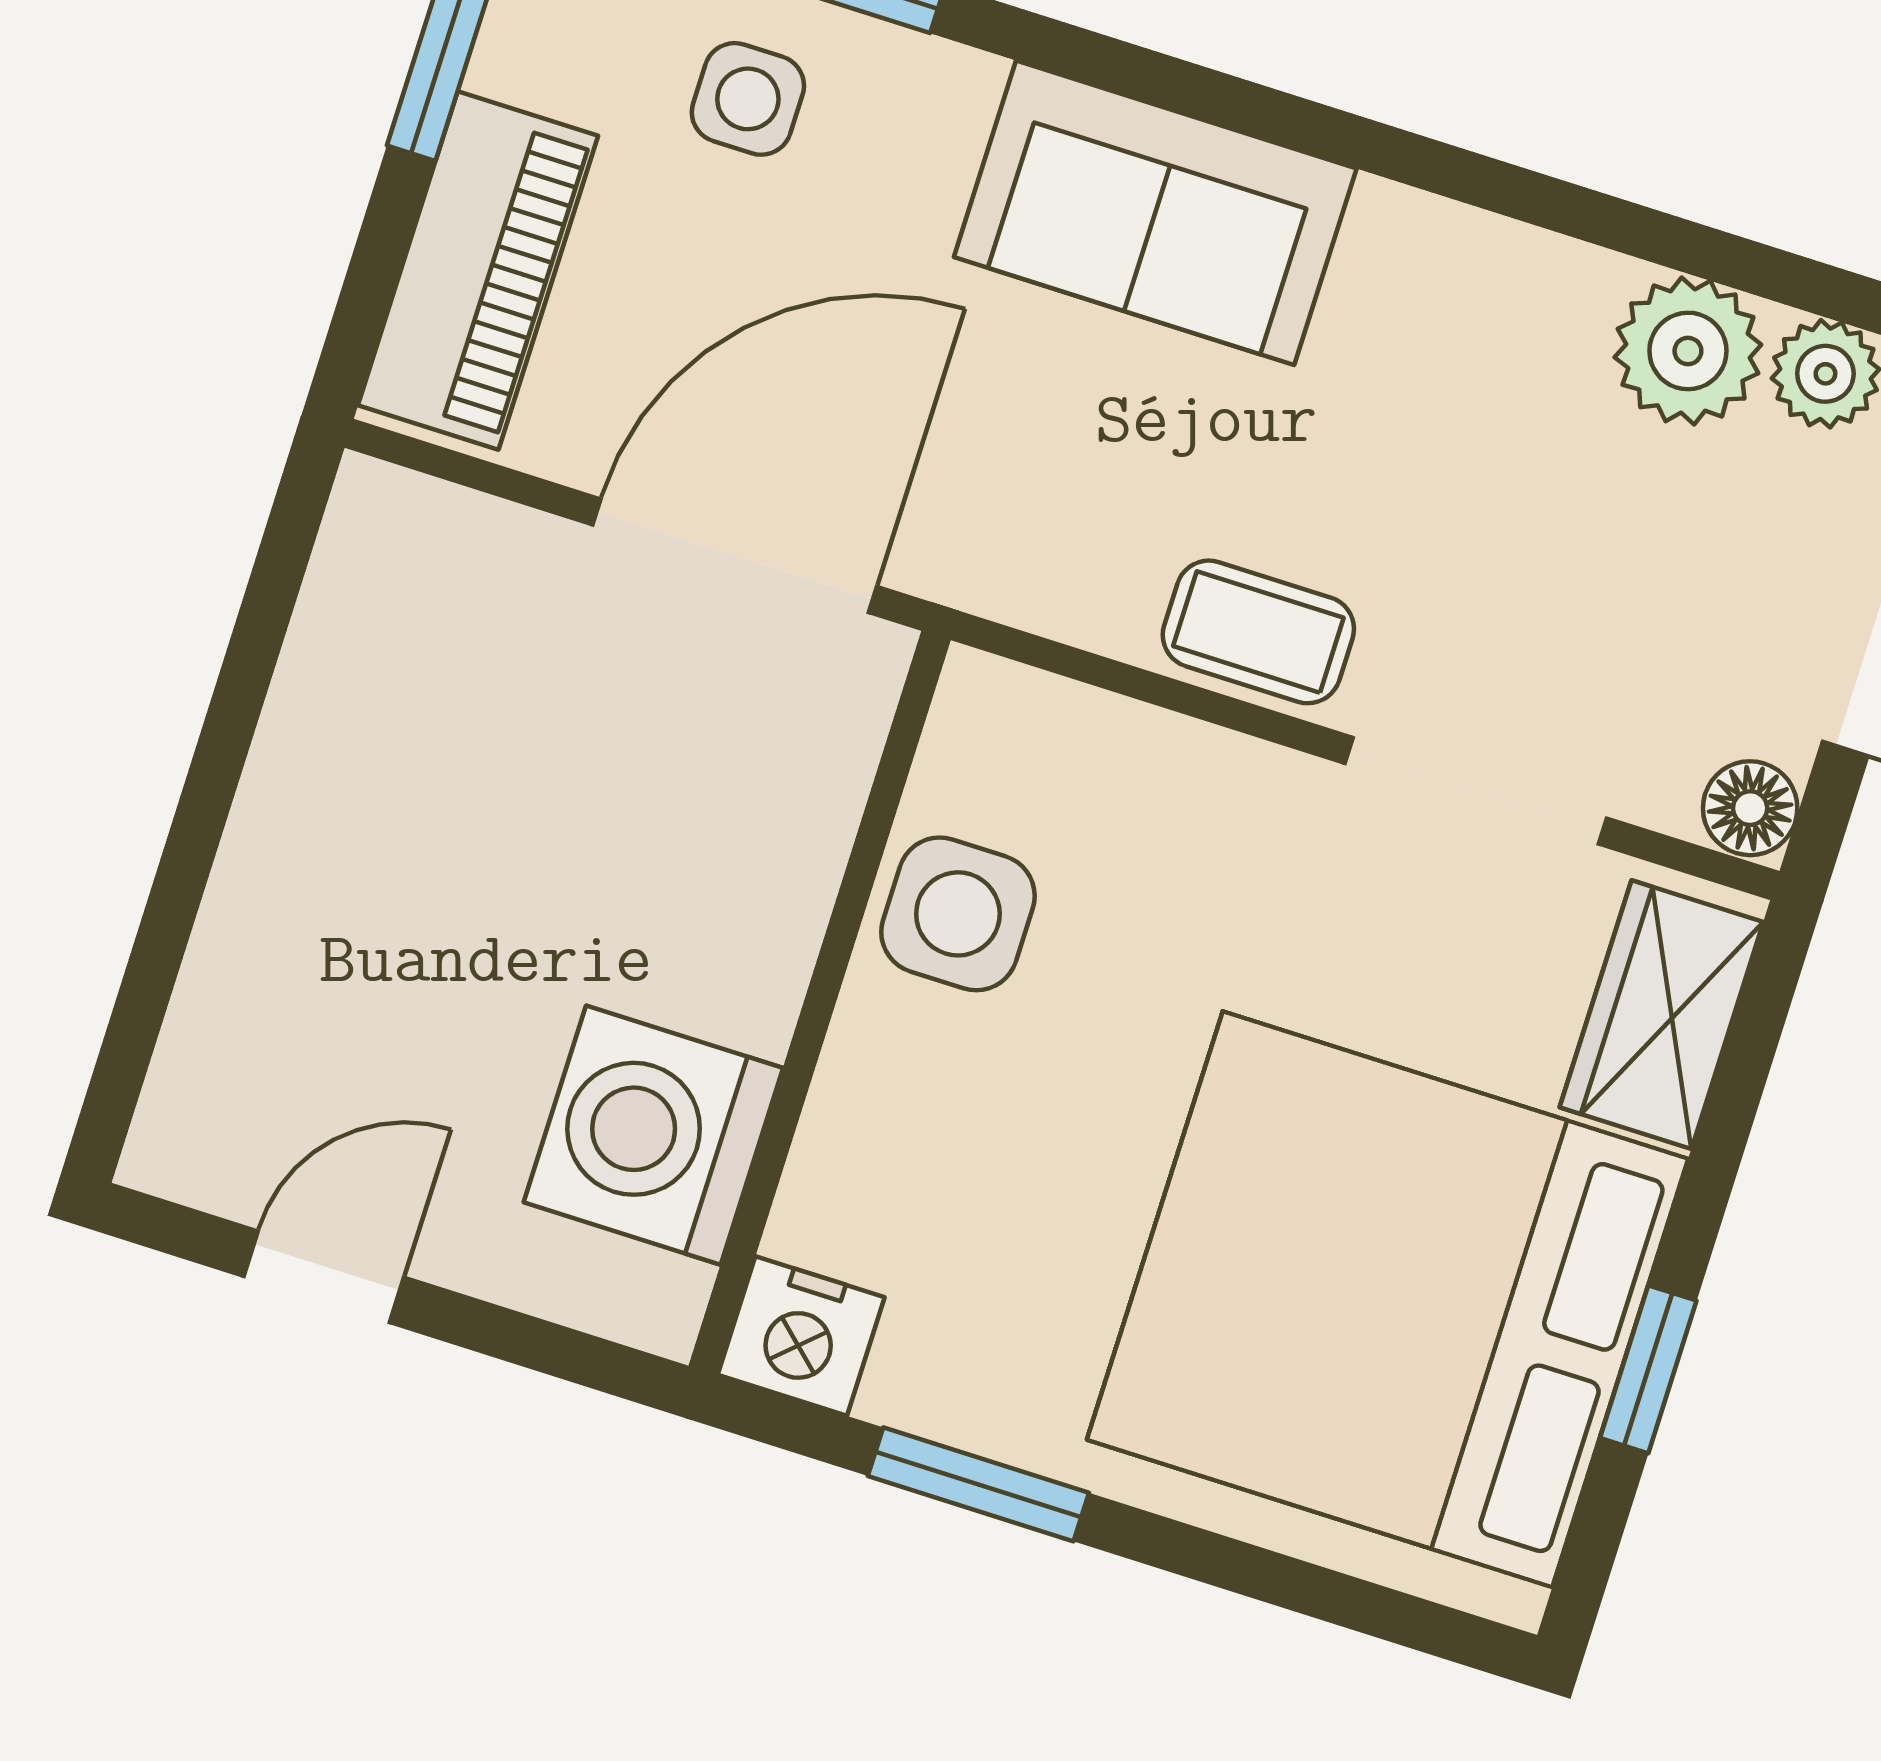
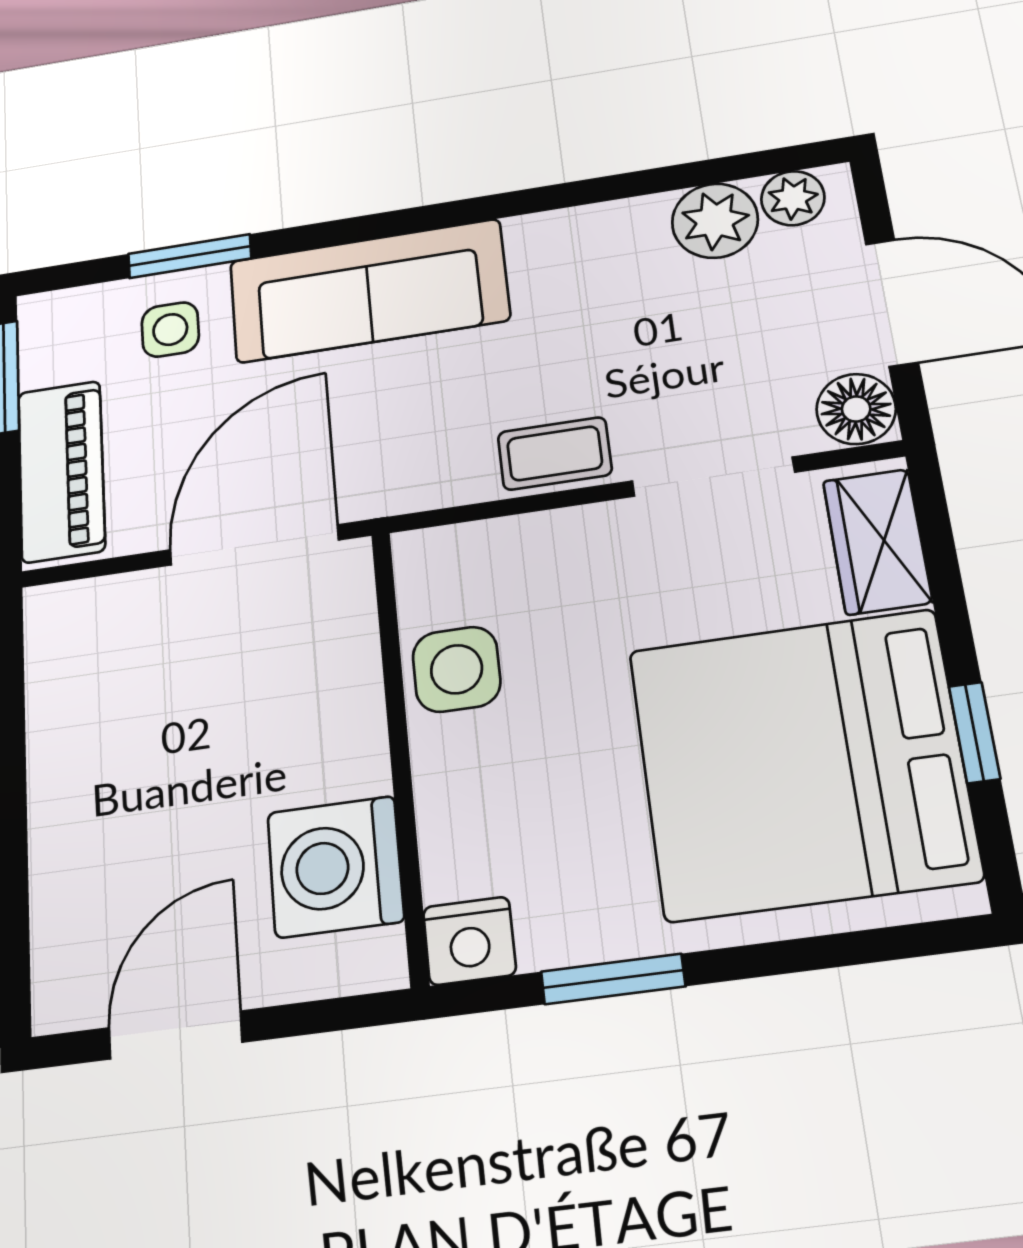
sofa: (1155, 213) -> (369, 291), width x1.36
floor lamp: (1750, 808) -> (856, 409), width x1.37, depth x1.37
door: (324, 1277) -> (175, 1035), width x1.38

